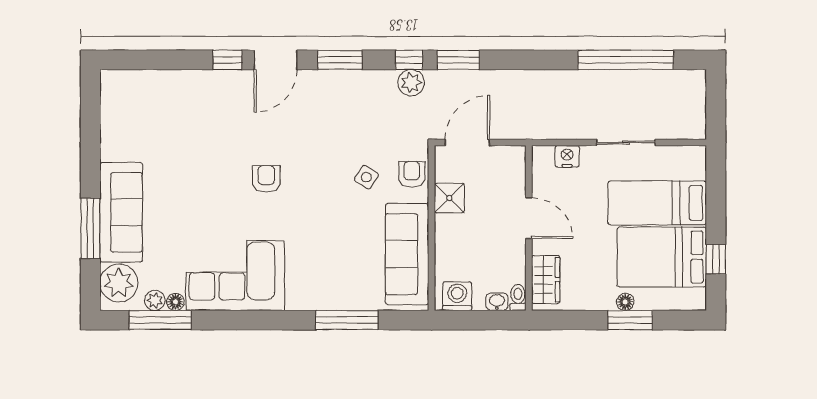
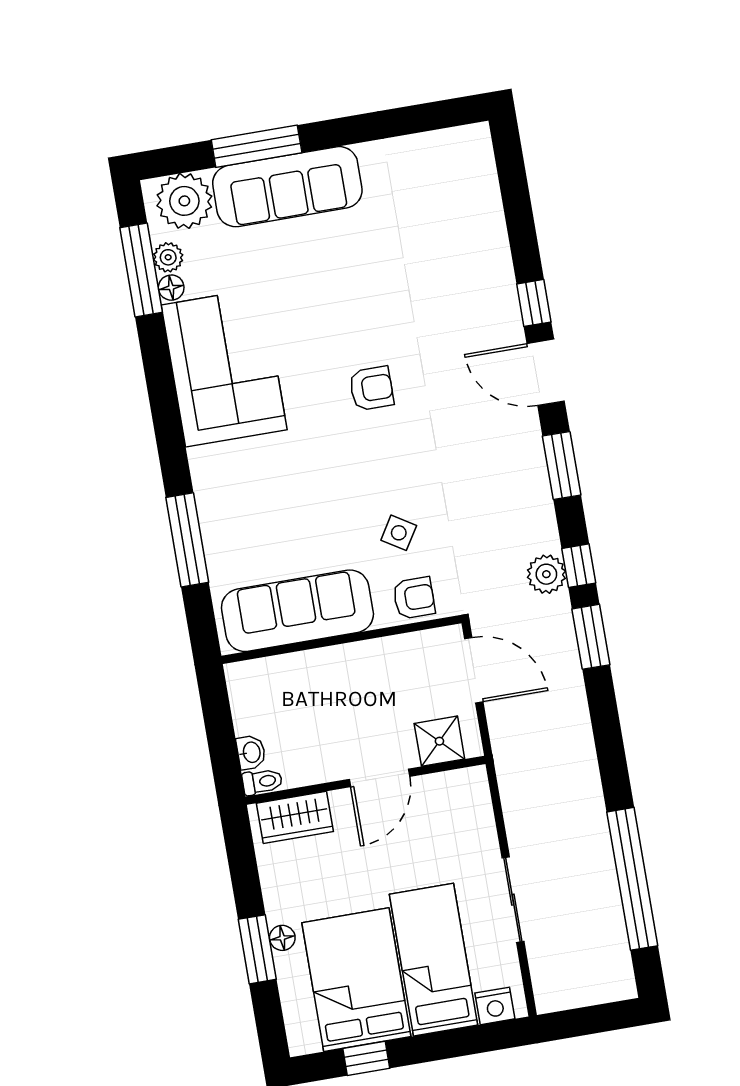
nightstand: (567, 156) -> (495, 1006), moved, turned 90
shower: (449, 198) -> (439, 741), moved
washing machine: (457, 296) -> (249, 694), removed

